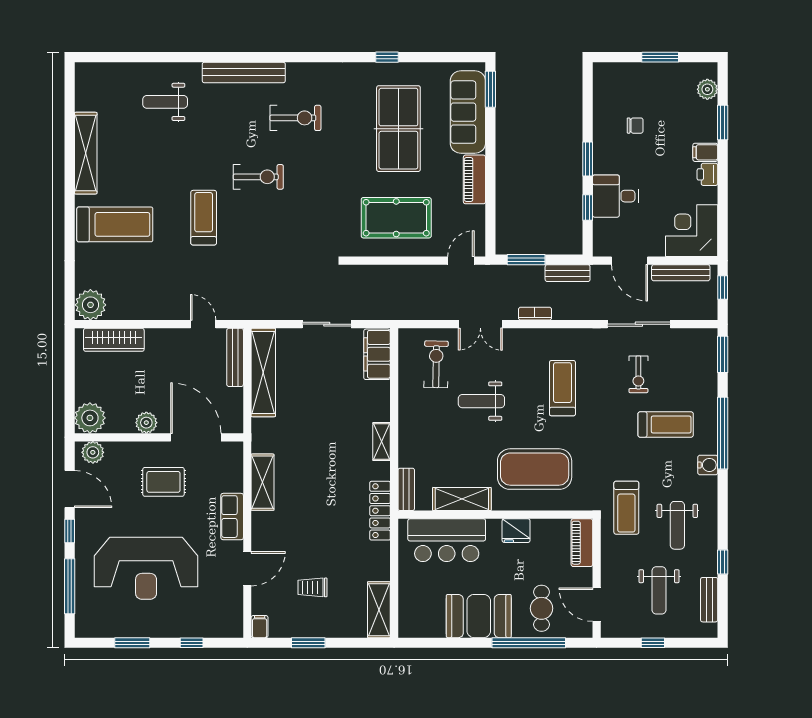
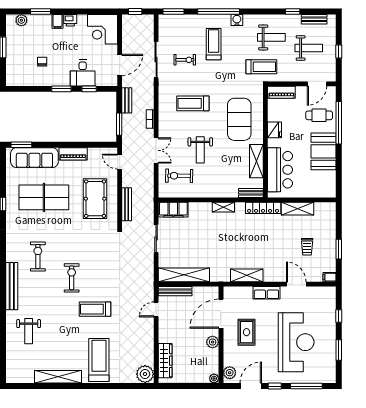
bench: (681, 273) -> (127, 204), moved
plant: (90, 418) -> (214, 378), width x0.53, depth x0.53
shelving: (379, 610) -> (298, 209), moved

